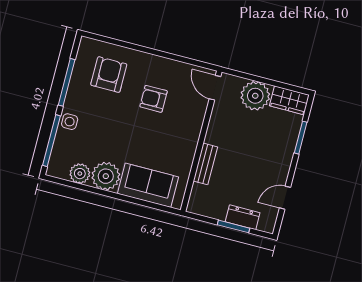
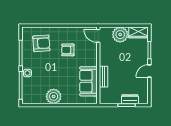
armchair: (109, 75) -> (41, 43), turned 86
plant: (80, 174) -> (40, 99), removed
sofa: (148, 185) -> (88, 81), moved, turned -90
door: (285, 198) -> (149, 71), moved

